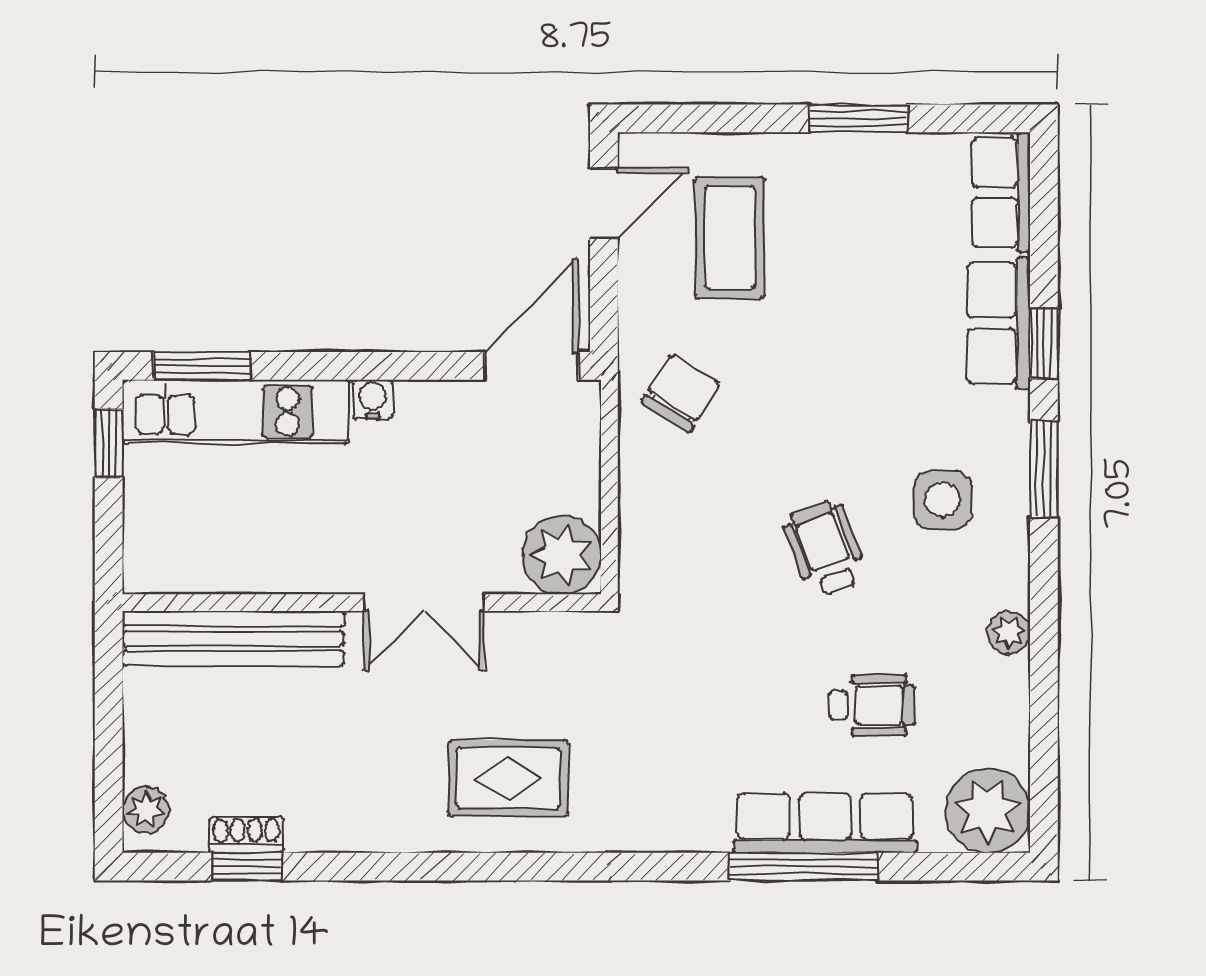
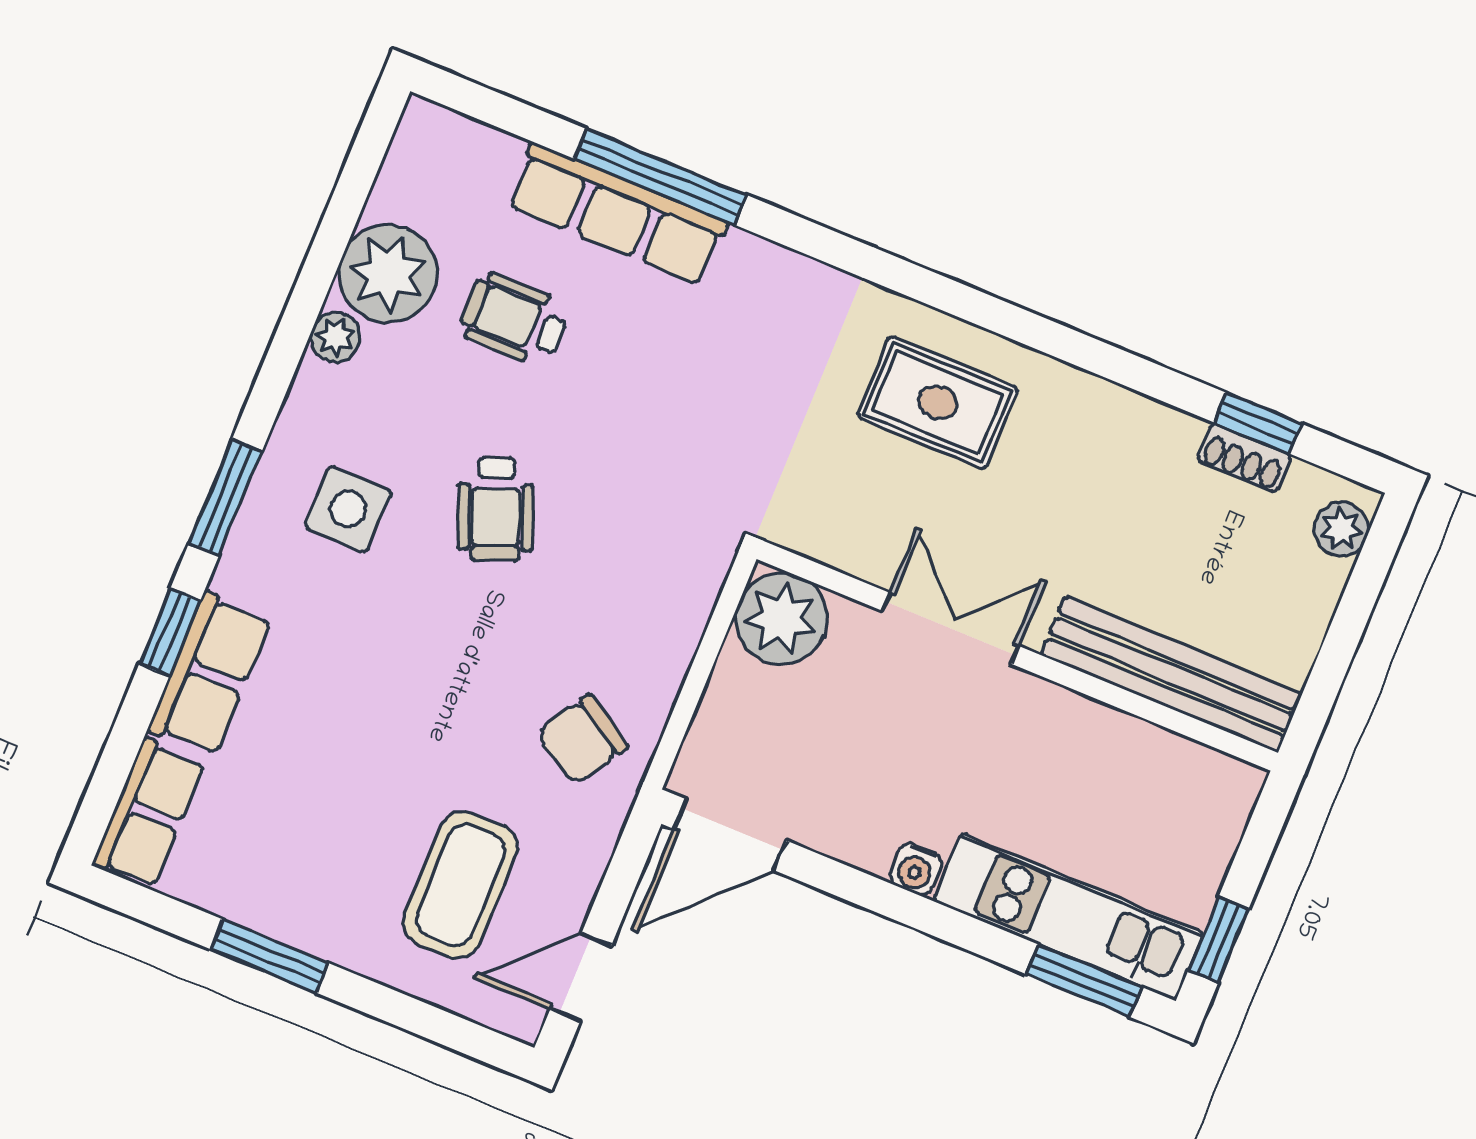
plant: (988, 811) -> (388, 273), moved

